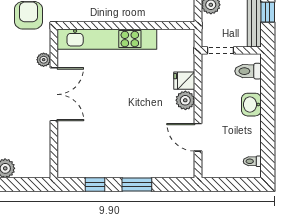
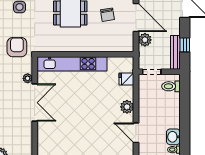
fridge: (184, 81) -> (126, 79), moved
washbasin: (251, 105) -> (173, 137), moved

